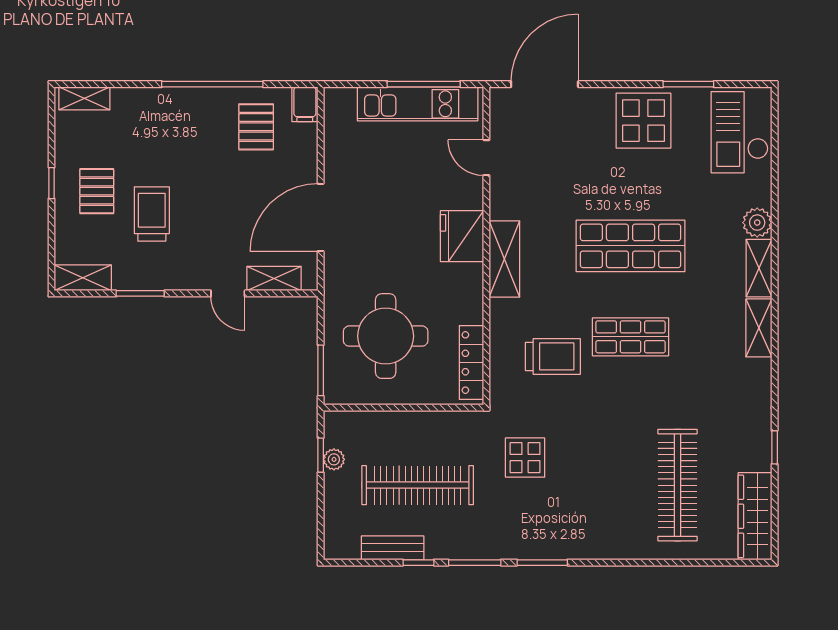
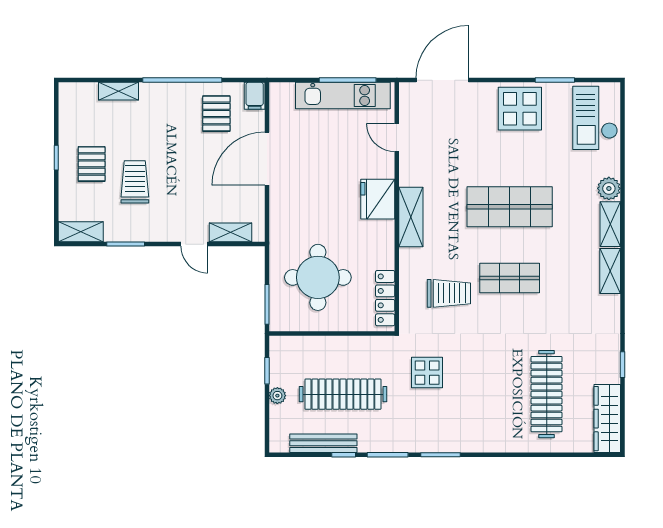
shelving: (84, 98) -> (119, 91), moved
door: (321, 217) -> (267, 159), moved
plant: (334, 459) -> (277, 396), moved
bench: (393, 548) -> (323, 443), width x1.36

